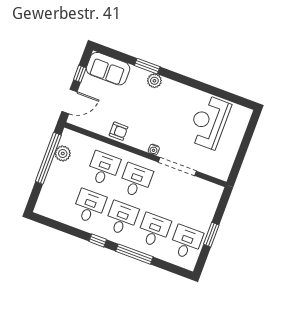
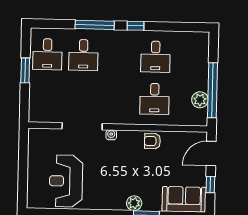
reception desk: (209, 122) -> (66, 181), turned 180
desk: (136, 181) -> (118, 98), removed
desk: (122, 218) -> (119, 56), removed

